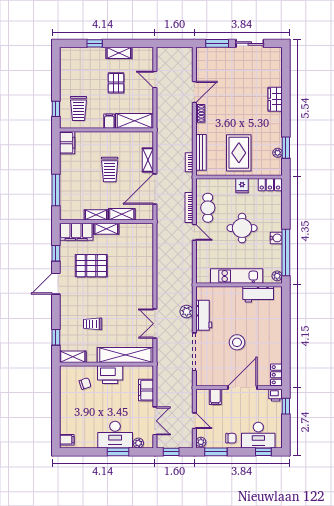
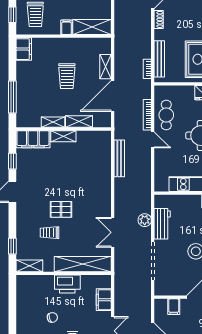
bench: (161, 251) -> (119, 158), added
pallet: (91, 266) -> (61, 209), moved, width x0.67, depth x0.71
chair: (85, 384) -> (52, 317), moved

